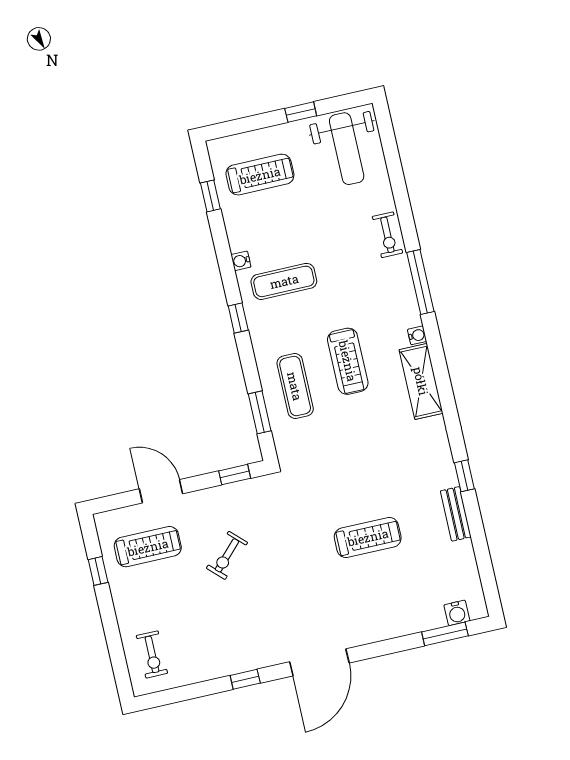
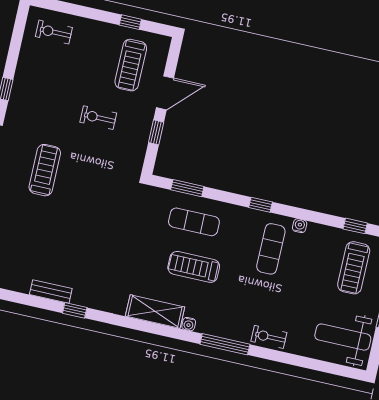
window: (235, 475) -> (156, 132), moved
treadmill: (368, 537) -> (45, 170), moved, turned 180
exercise bike: (227, 555) -> (98, 118), turned -44

